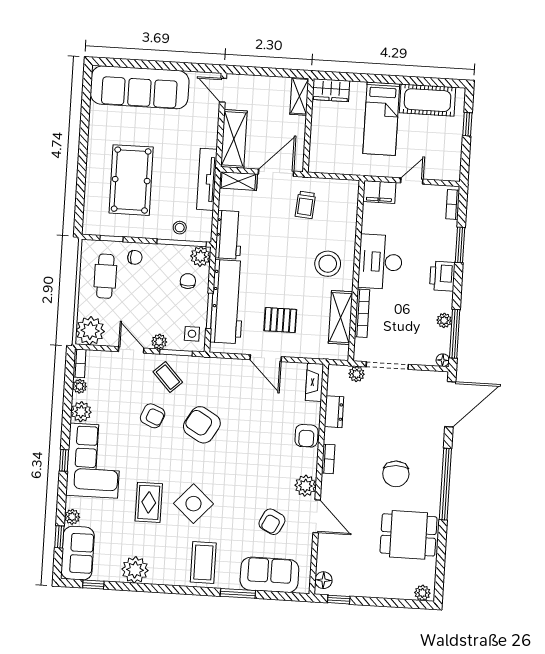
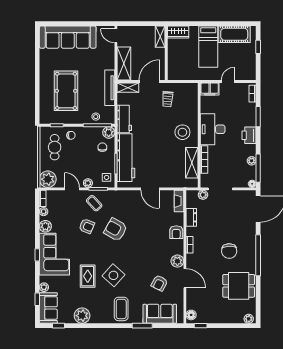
pallet: (280, 320) -> (157, 166), removed

